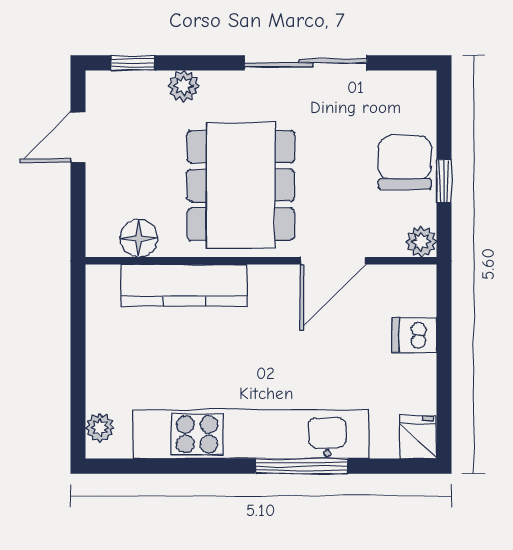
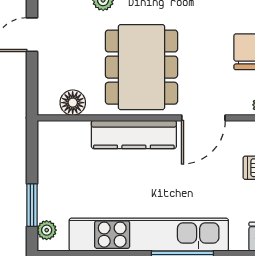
kitchen counter: (184, 286) -> (134, 134), moved
window: (78, 390) -> (32, 205), added

